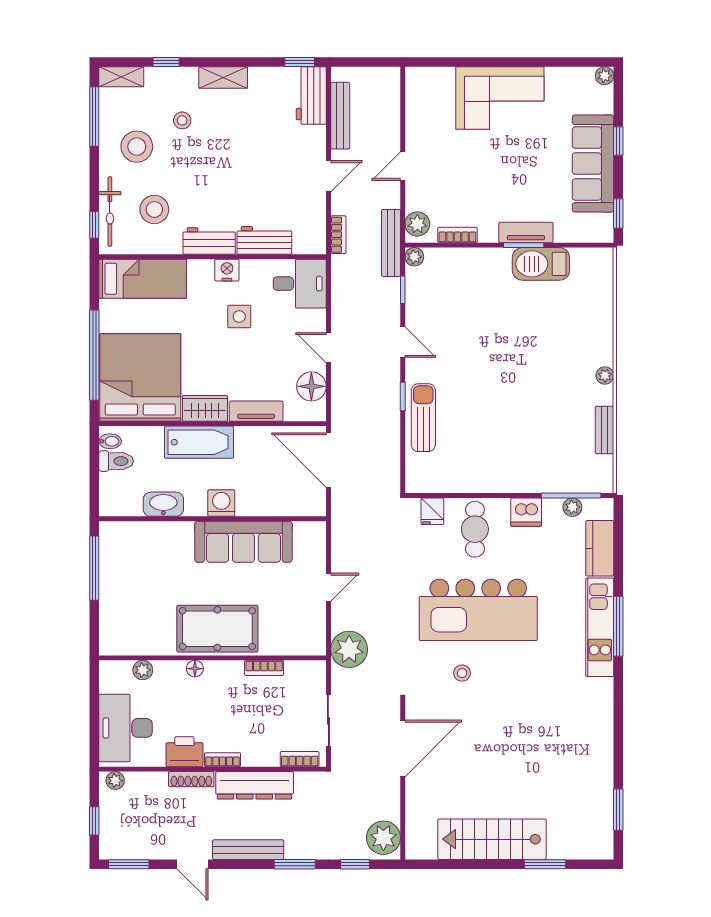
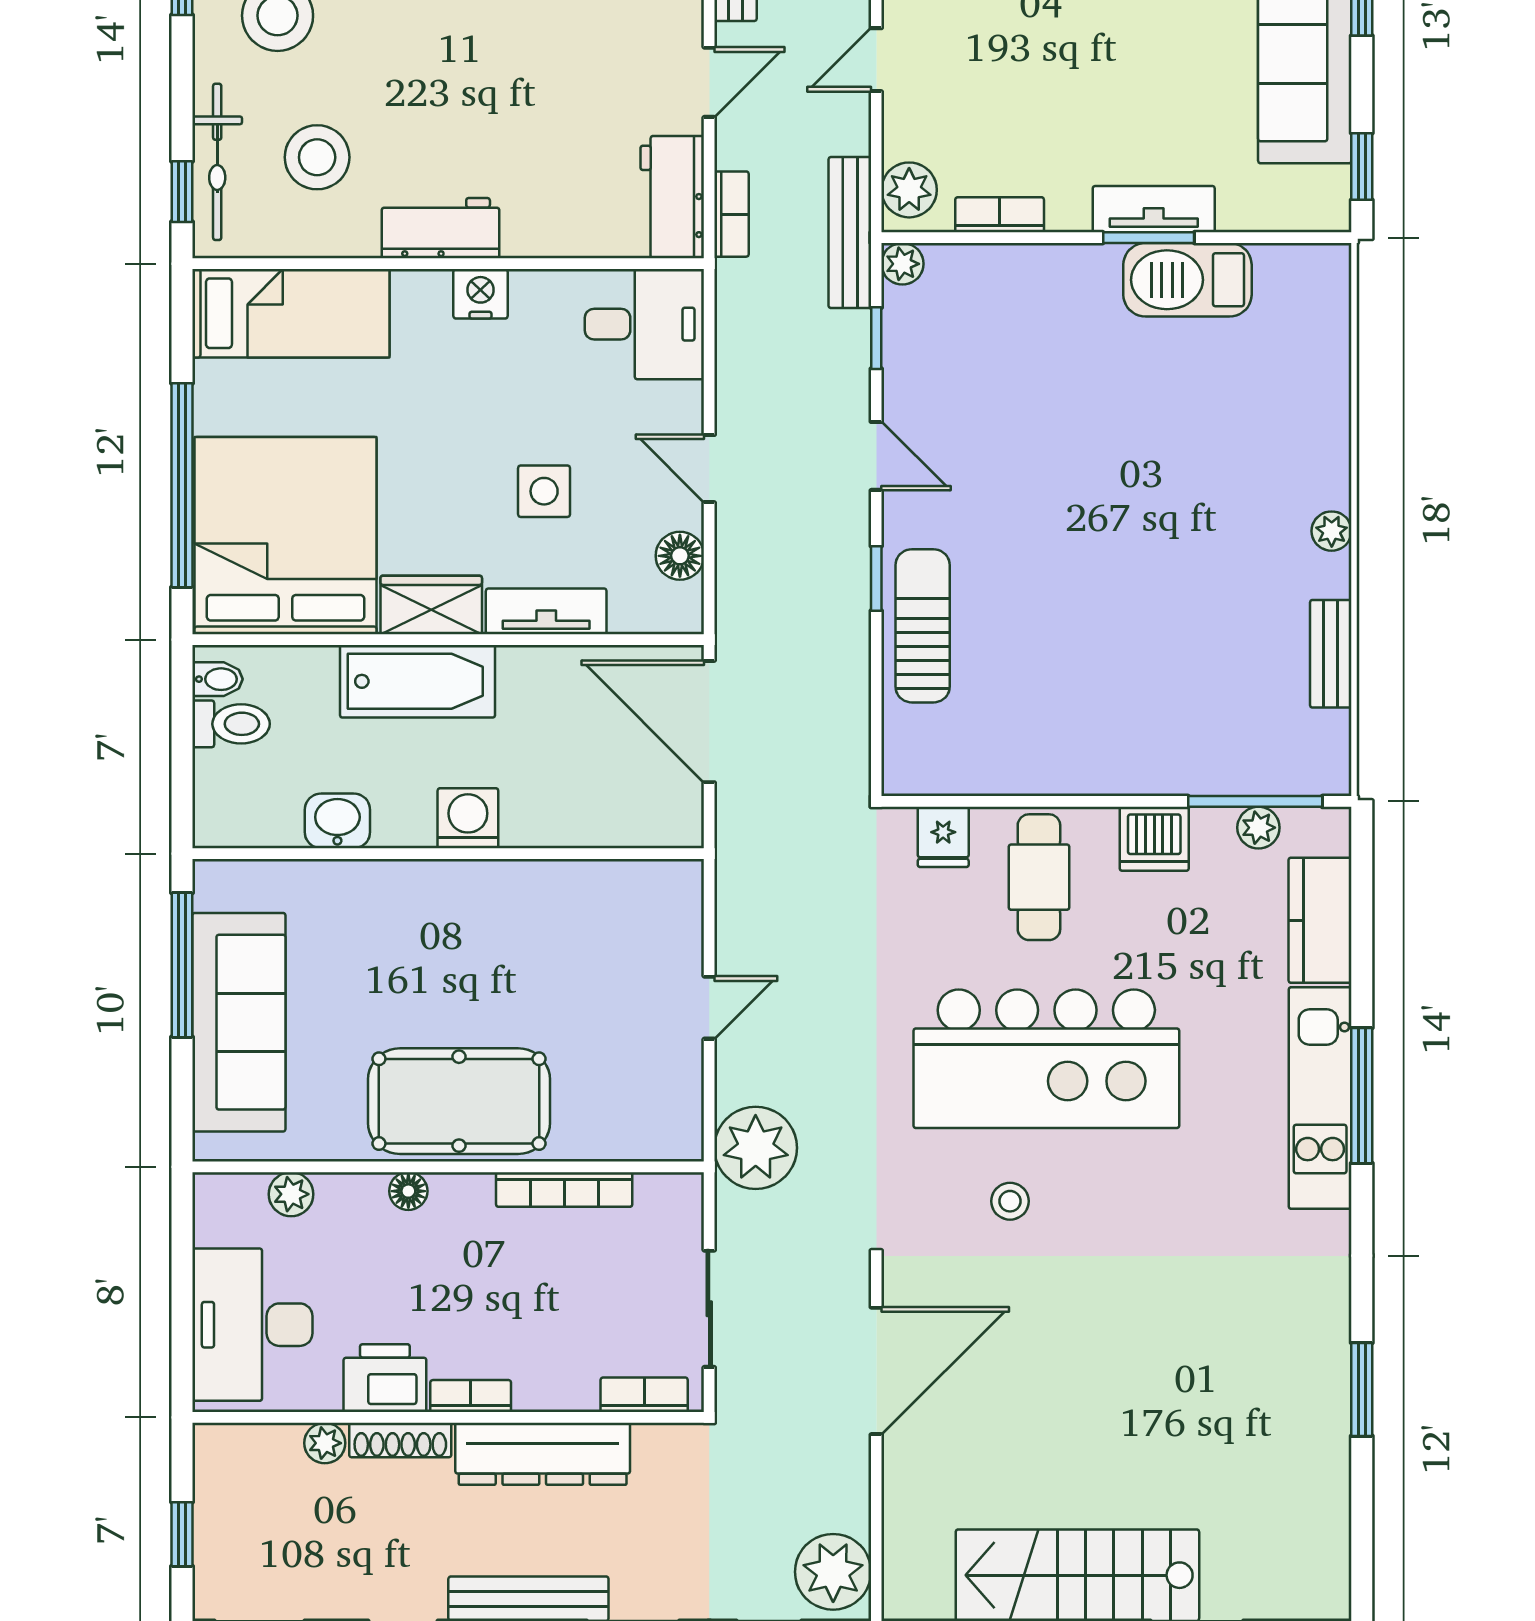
workbench: (264, 240) -> (672, 197), moved, turned -90
side table: (239, 316) -> (544, 491), moved
floor lamp: (311, 386) -> (680, 556), width x0.73, depth x0.73
washbasin: (163, 504) -> (337, 821), width x0.72
sofa: (243, 542) -> (239, 1022), moved, turned -90
bookcase: (264, 668) -> (564, 1190), width x1.56
plant: (115, 781) -> (325, 1443), moved
window: (618, 810) -> (1362, 1389), moved

